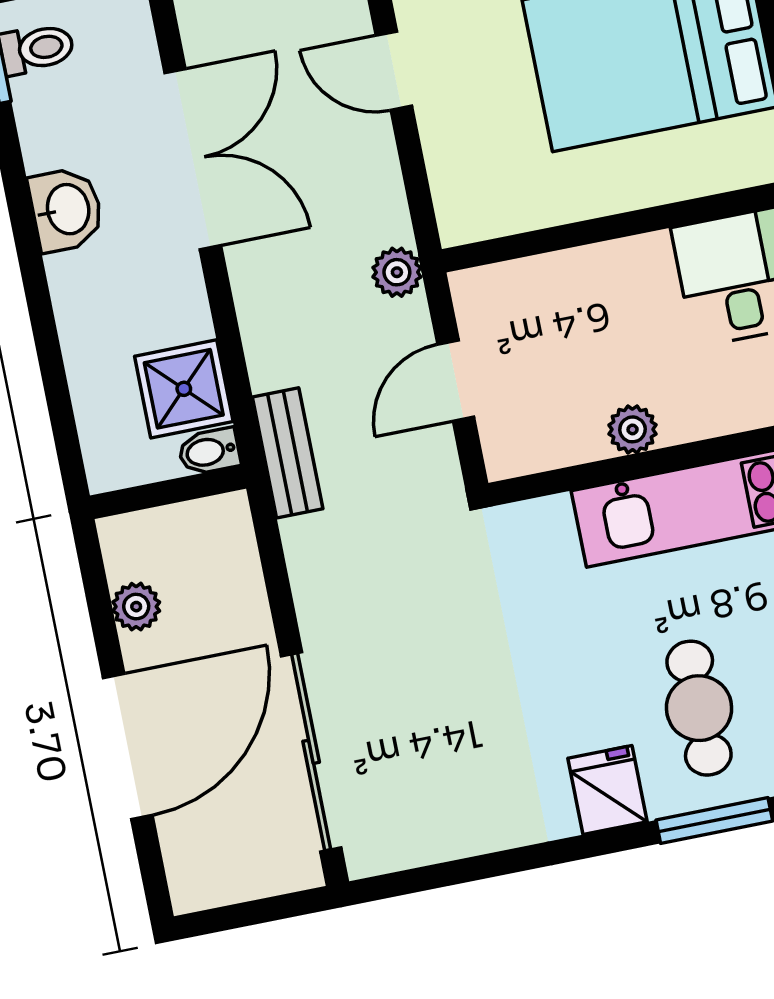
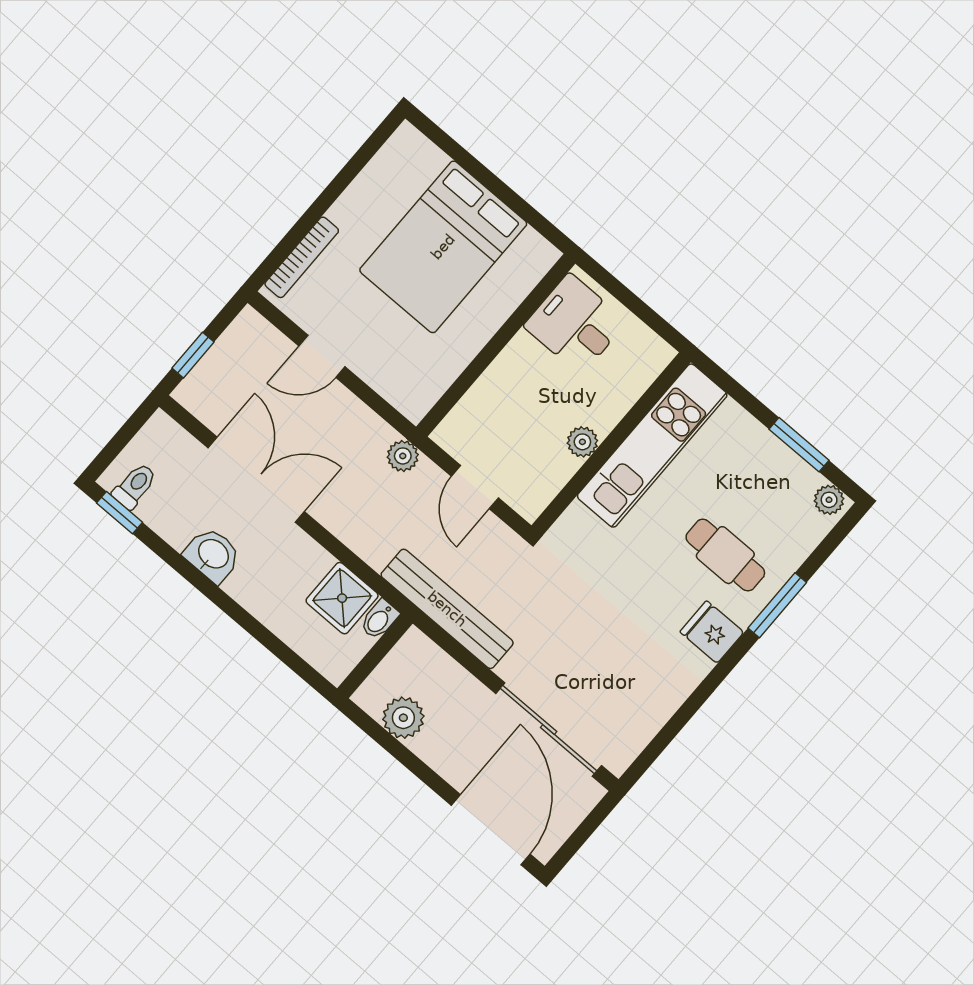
bench: (288, 453) -> (447, 609), width x1.86, depth x1.21
plant: (136, 607) -> (403, 718), width x1.38, depth x1.38
door: (128, 746) -> (491, 830), moved

